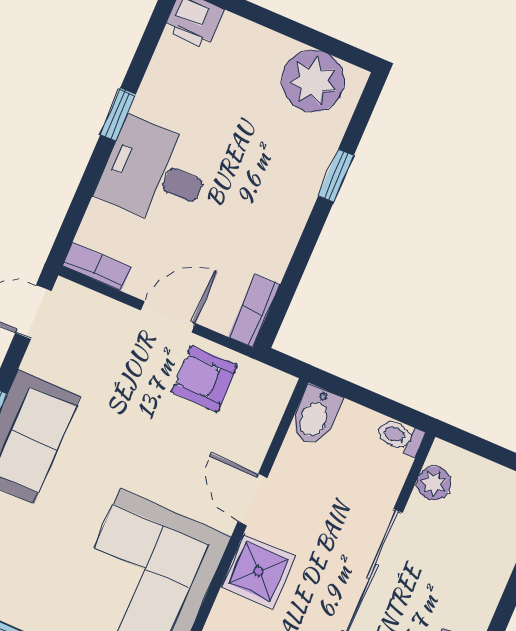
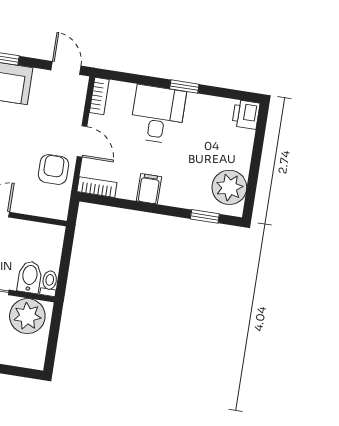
window: (336, 176) -> (205, 216), moved
filing cabinet: (280, 221) -> (149, 189), added
bidet: (315, 416) -> (30, 277), moved, turned 90
plant: (434, 483) -> (27, 316), width x1.88, depth x1.88

